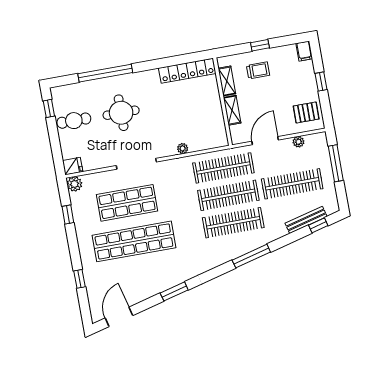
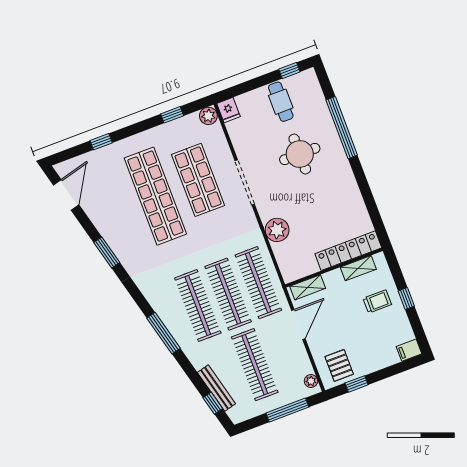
trolley: (258, 70) -> (377, 301), turned -90
locker: (187, 71) -> (348, 251), moved, turned 90
window: (321, 82) -> (357, 384), moved
shelving: (232, 110) -> (308, 287), moved
door: (265, 141) -> (298, 324), hinge flipped
plant: (299, 142) -> (311, 381), moved
plant: (183, 148) -> (277, 230), width x1.87, depth x1.87
door: (119, 317) -> (66, 195), hinge flipped

